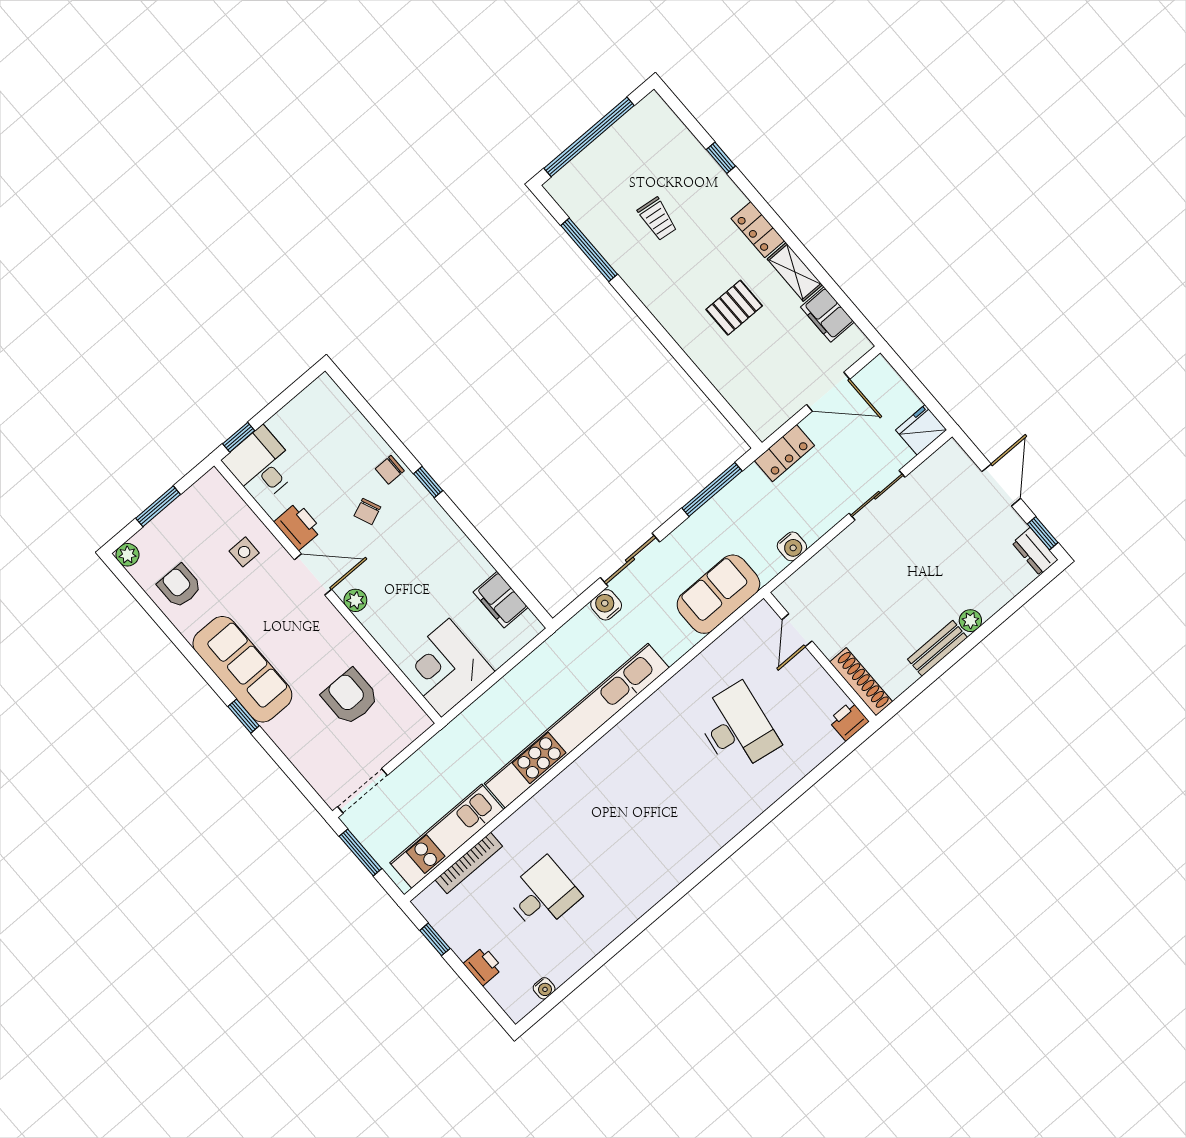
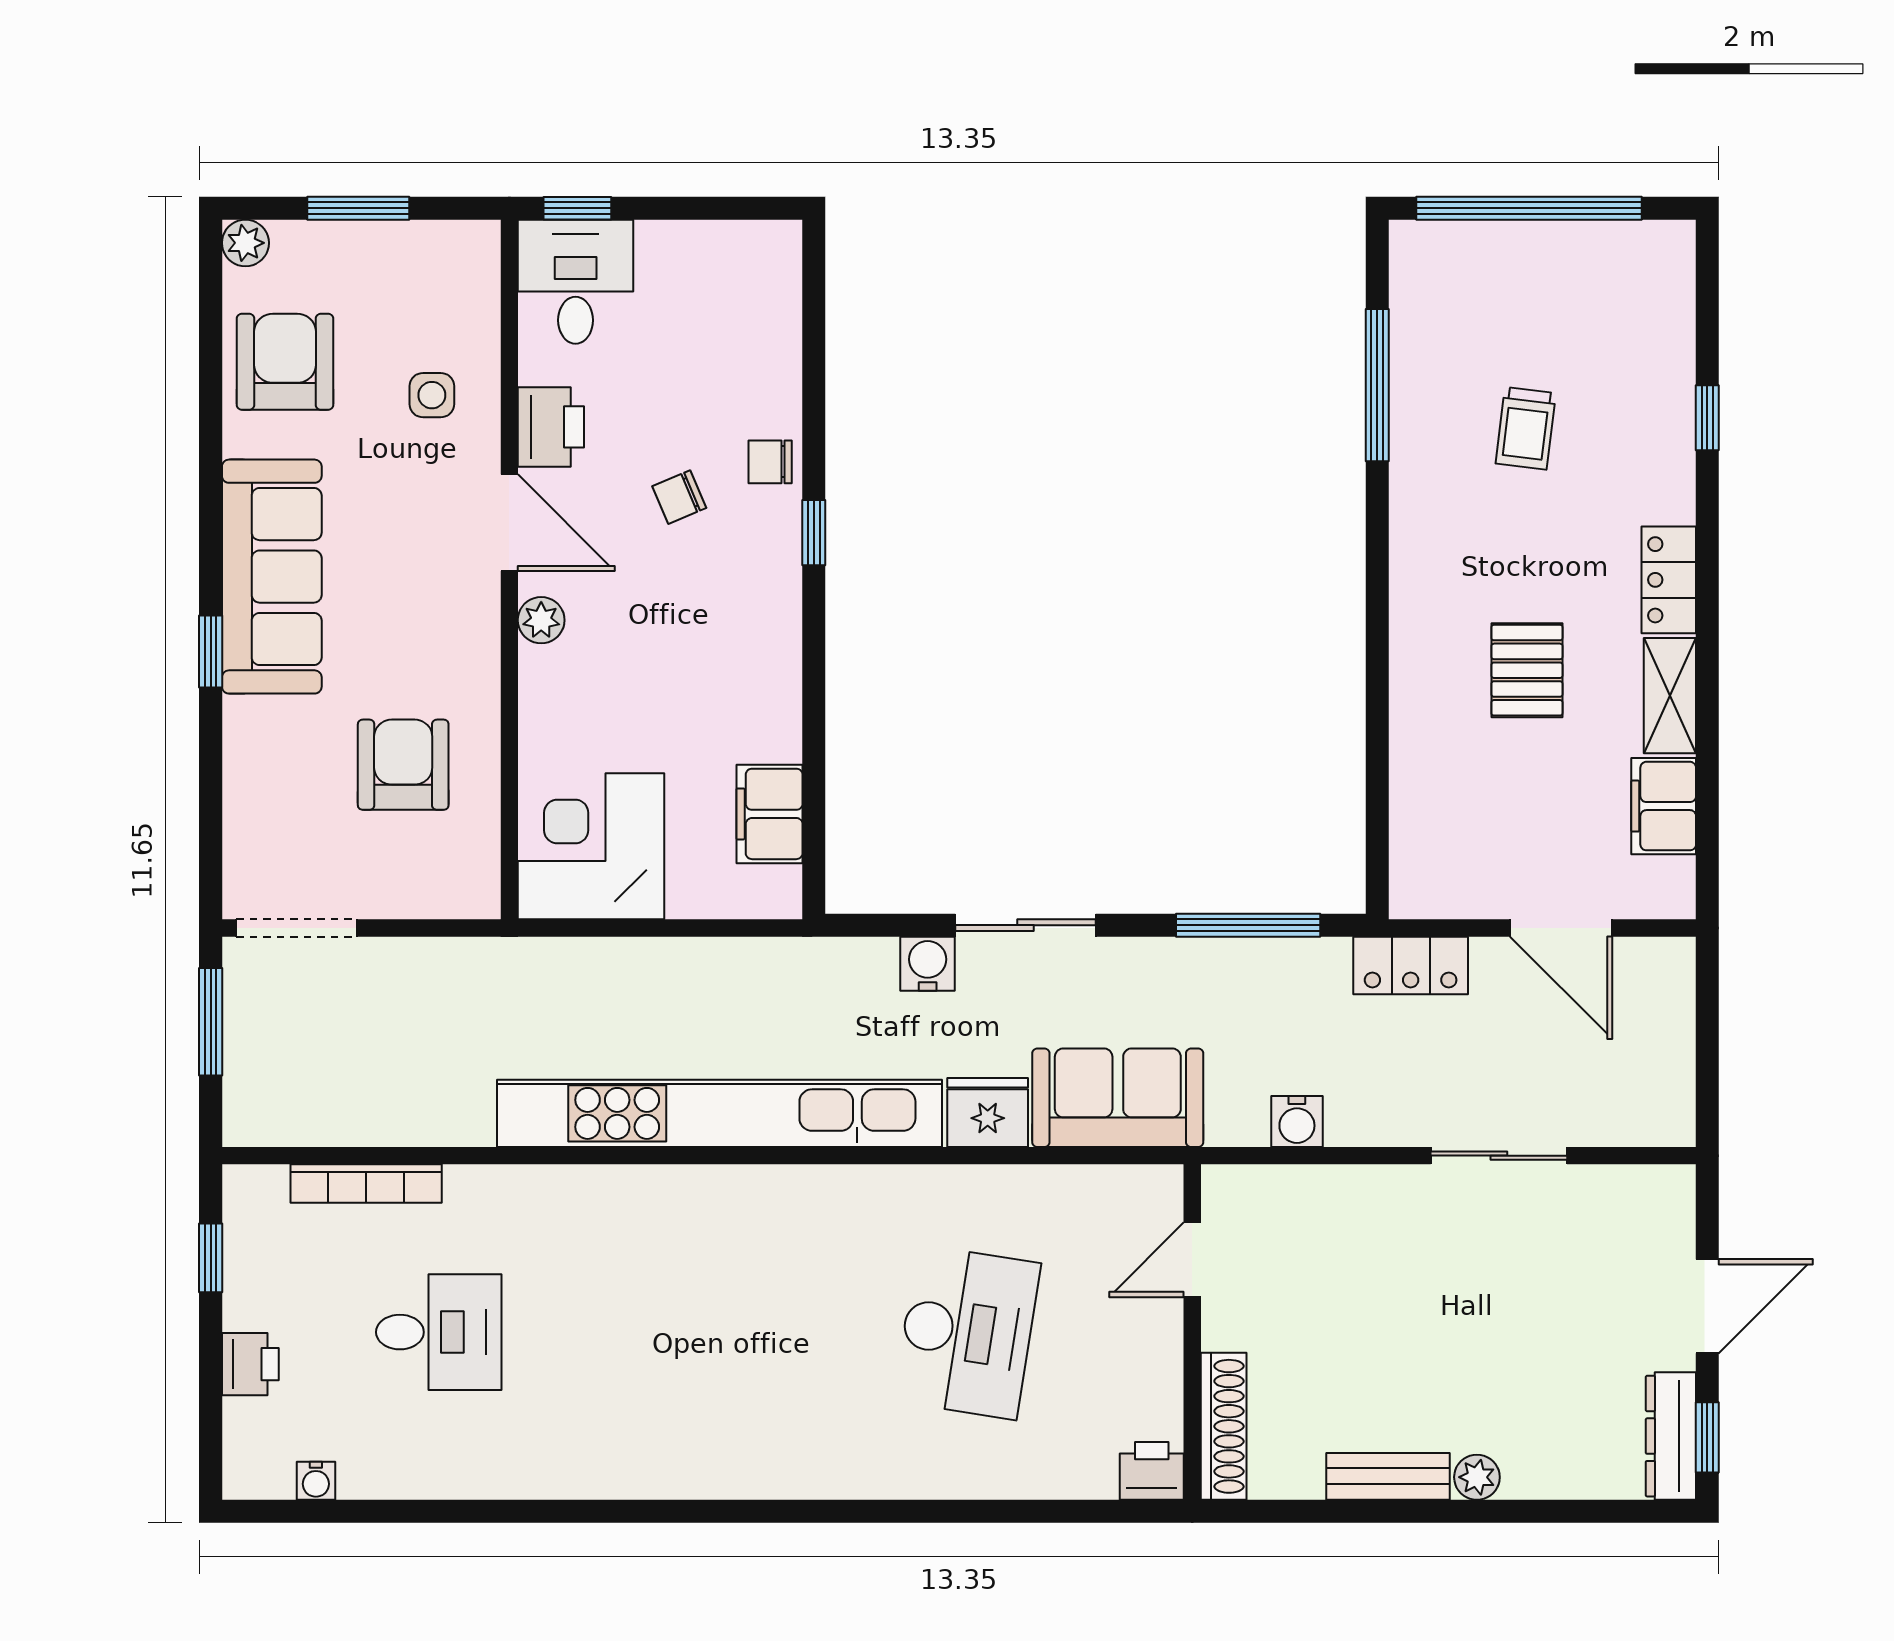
pallet: (734, 308) -> (1527, 670), turned 90
fridge: (921, 430) -> (988, 1113), moved
dresser: (1035, 551) -> (1671, 1436), width x1.44
armchair: (180, 586) -> (285, 362), width x1.38, depth x1.38
kitchen unit: (447, 836) -> (368, 1112), removed

